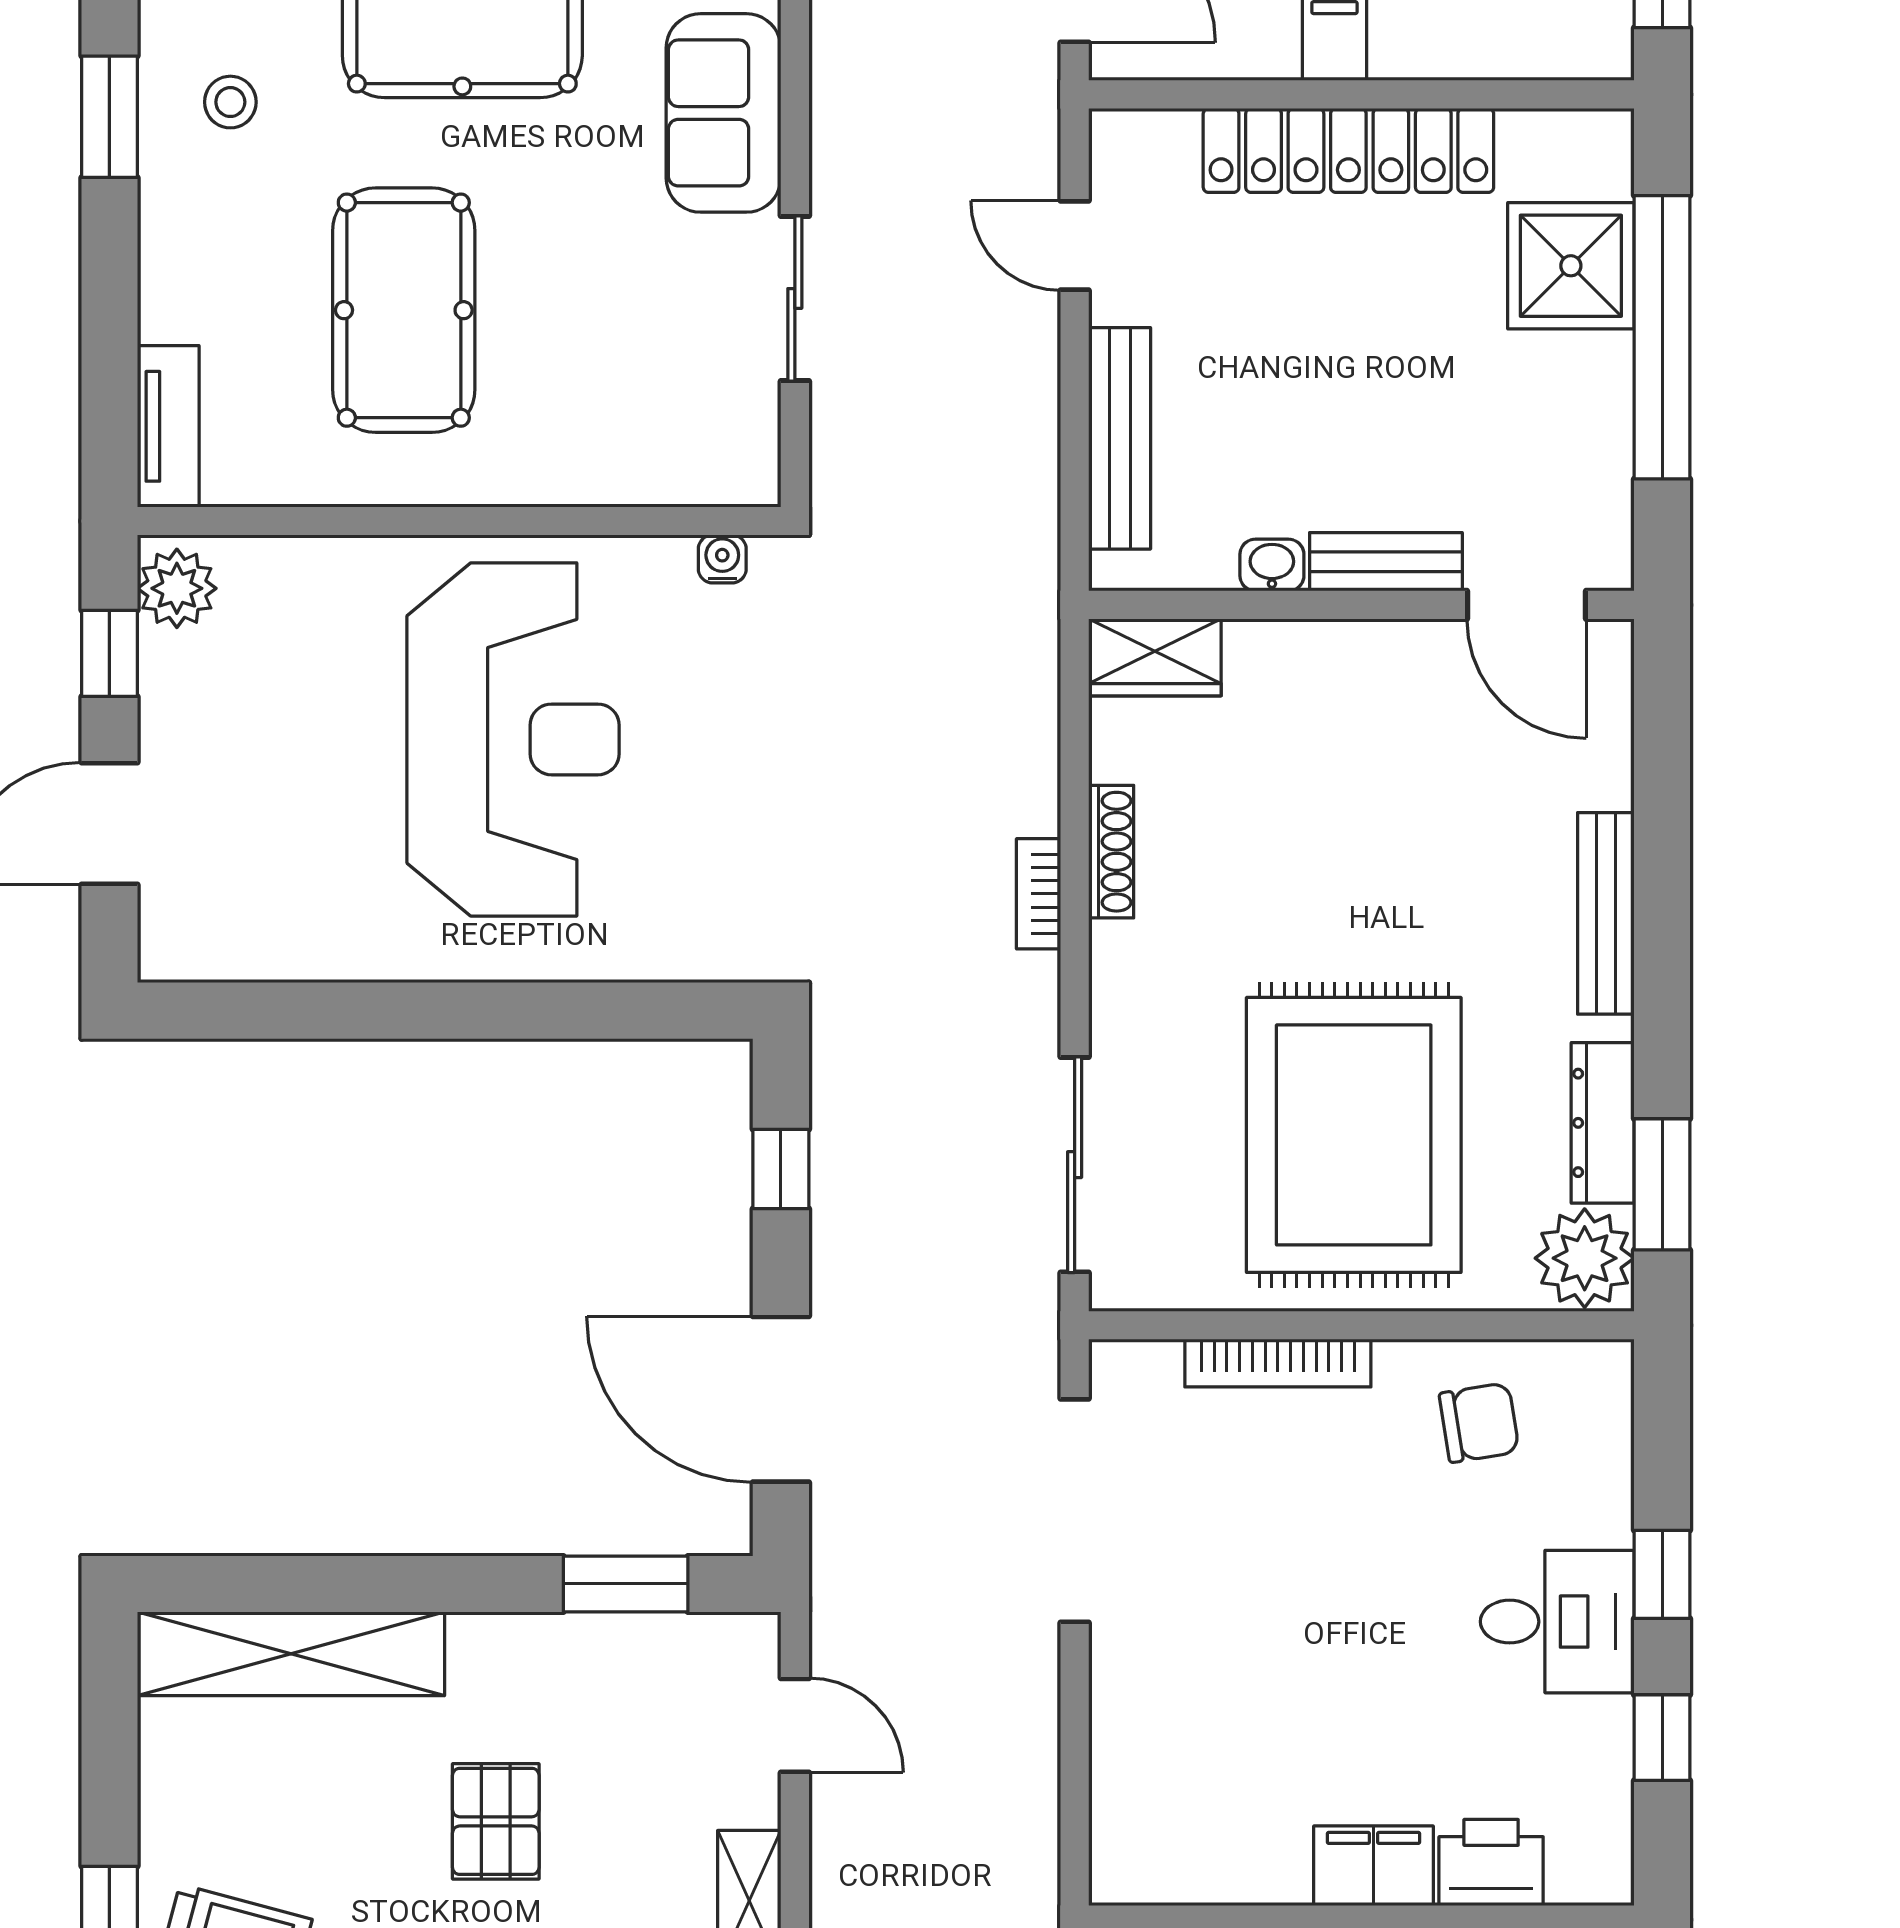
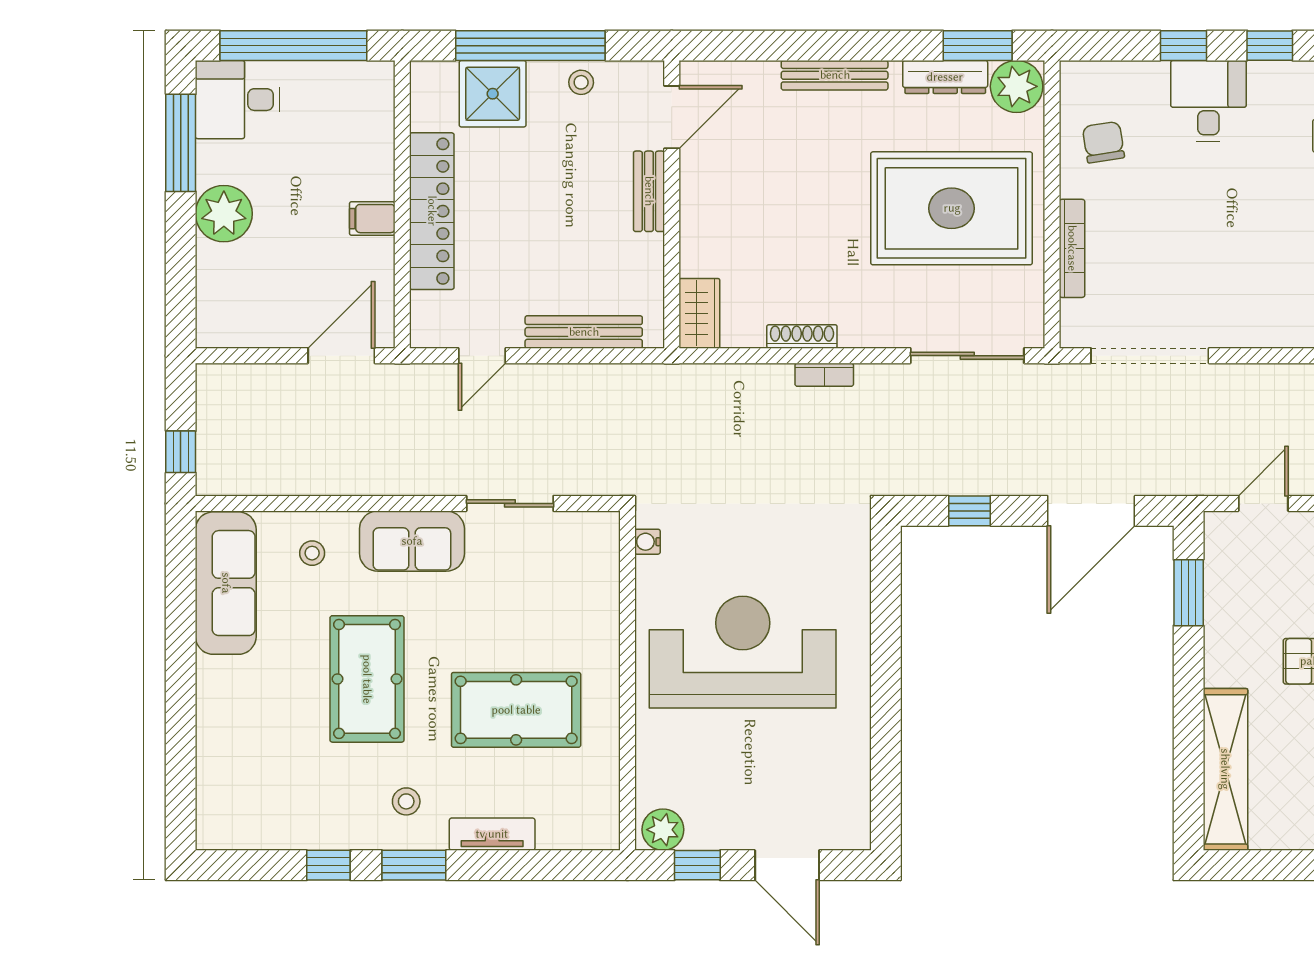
tv unit: (168, 426) -> (492, 834), moved
stool: (1592, 433) -> (581, 82), added
washbasin: (1272, 565) -> (651, 252), removed

